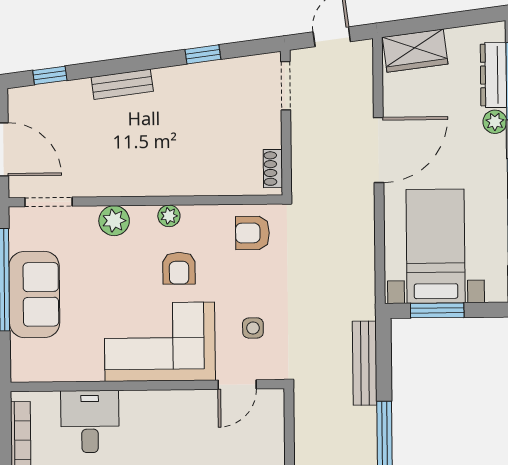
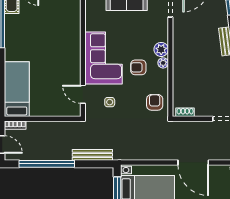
plant: (114, 221) -> (161, 49), moved
desk: (90, 422) -> (66, 24), removed

